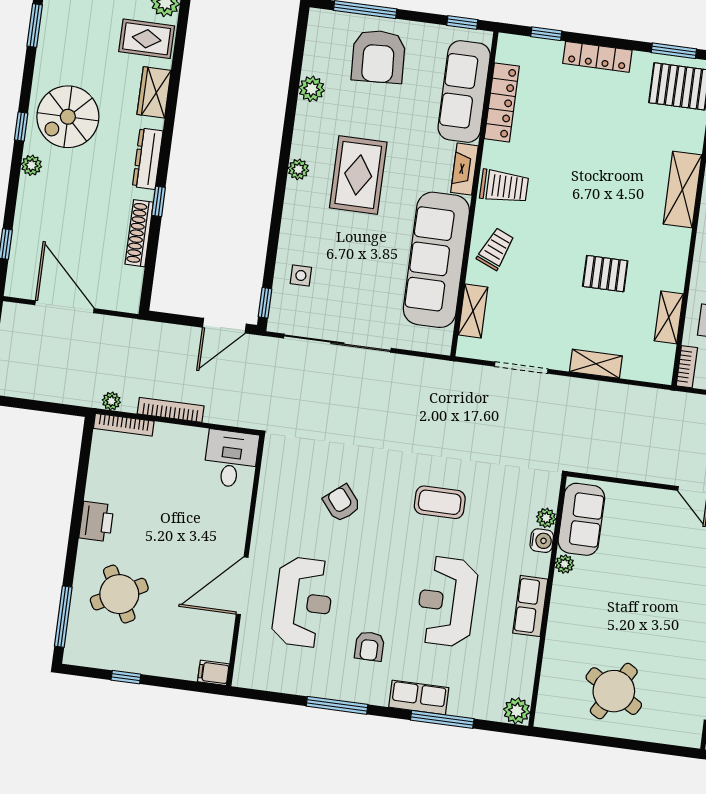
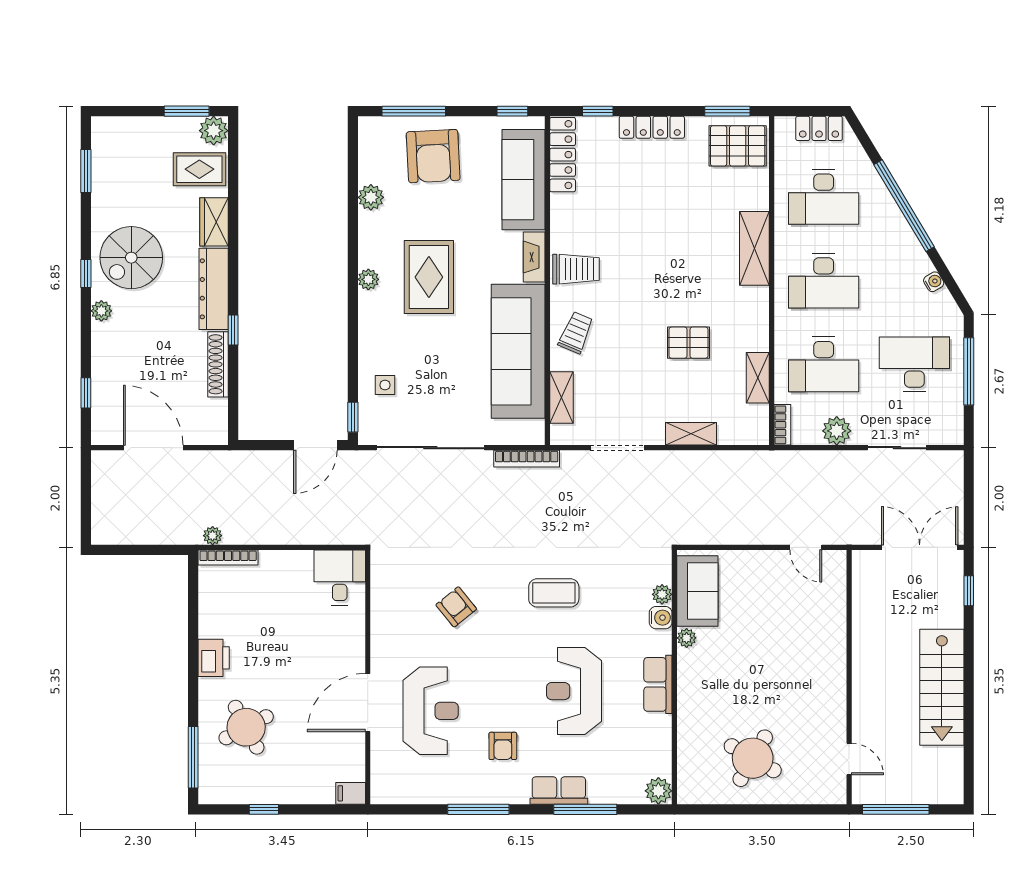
locker: (502, 102) -> (563, 155), moved
dresser: (148, 159) -> (214, 289), width x1.37, depth x1.24
bookcase: (171, 410) -> (527, 459), moved, turned 180

